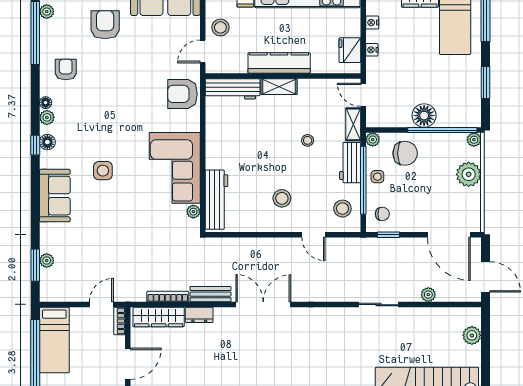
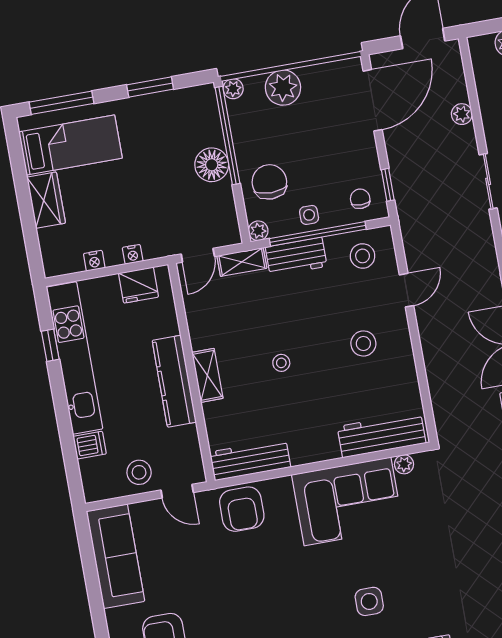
workbench: (233, 89) -> (250, 460), moved, turned -90
stool: (308, 140) -> (281, 363), moved

